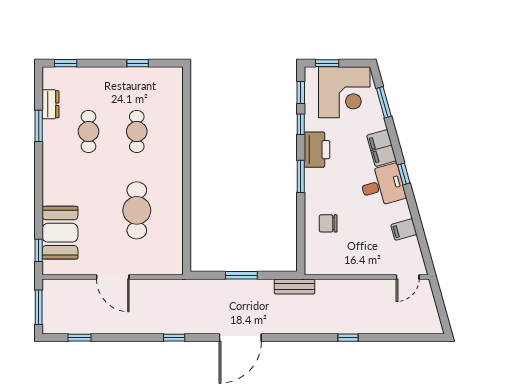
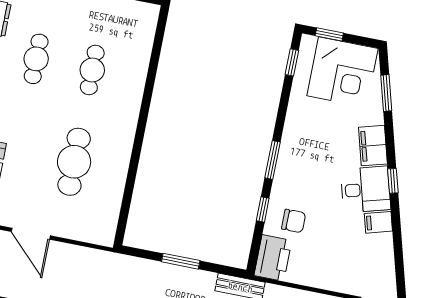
window: (301, 124) -> (263, 210), moved
printer: (317, 150) -> (273, 258), moved
chair: (328, 223) -> (294, 221), turned 180
filing cabinet: (404, 230) -> (378, 222), moved

